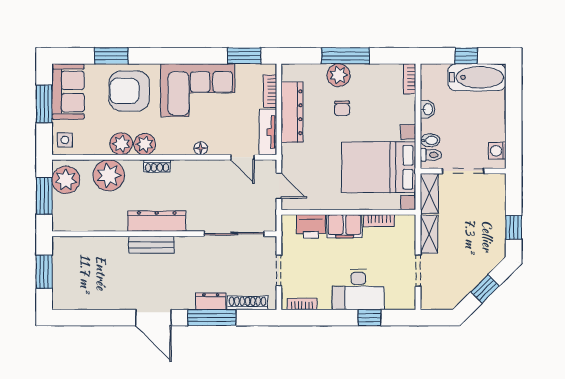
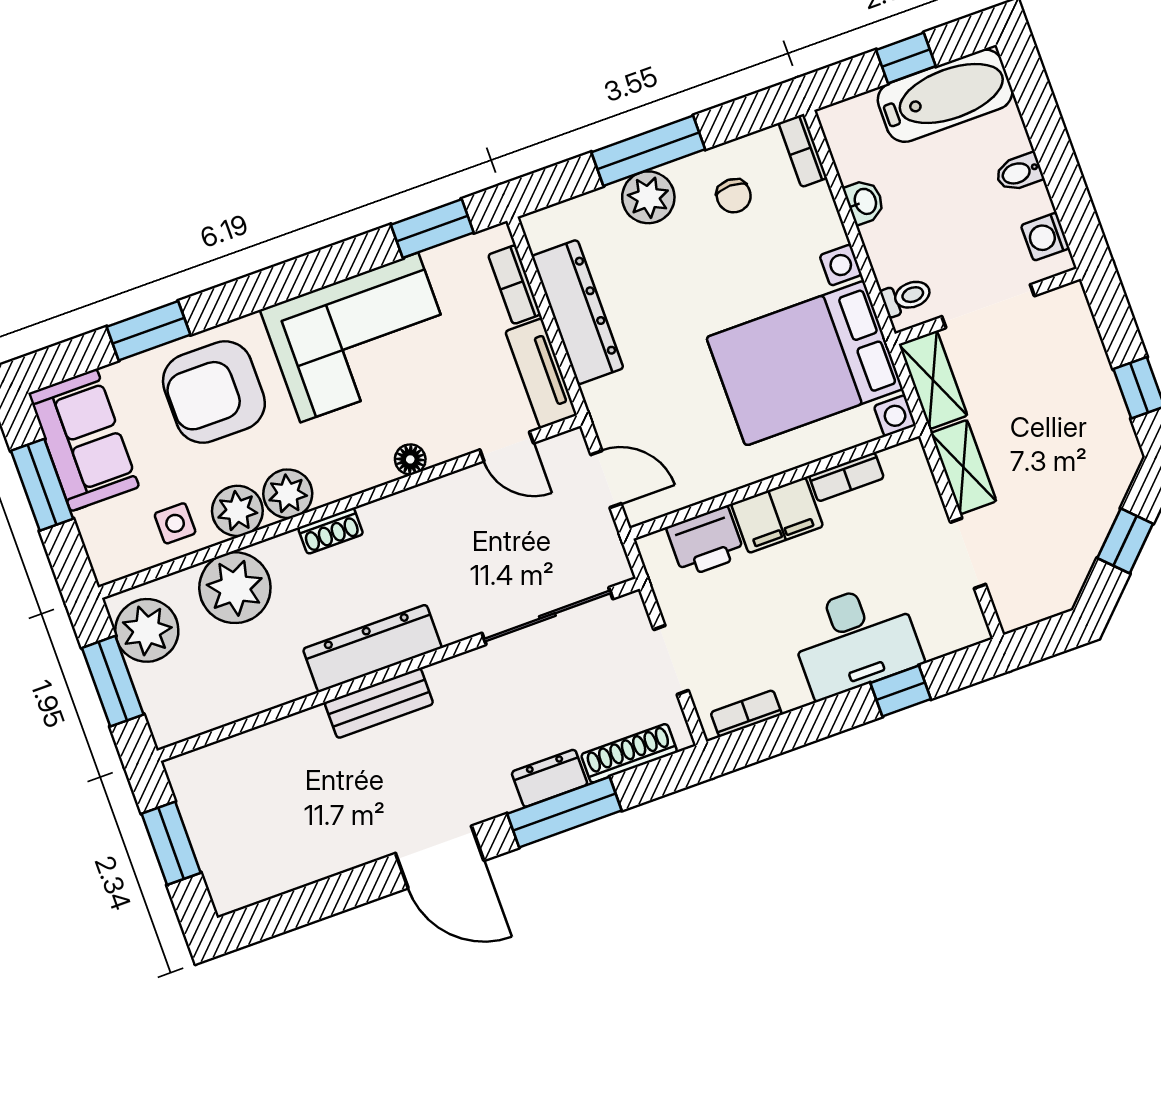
chair: (342, 108) -> (734, 196), moved
side table: (65, 140) -> (175, 523), moved
bidet: (430, 140) -> (1019, 172), moved, turned 180

